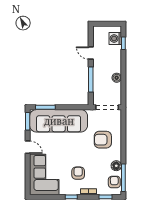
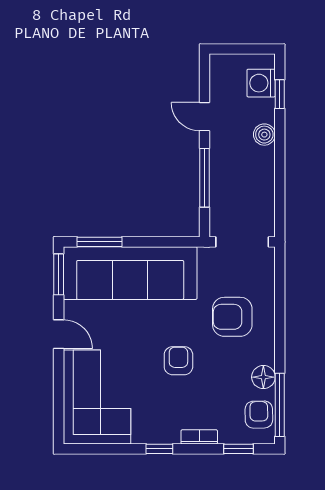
boiler: (117, 78) -> (264, 135), moved
armchair: (78, 173) -> (178, 361), moved

